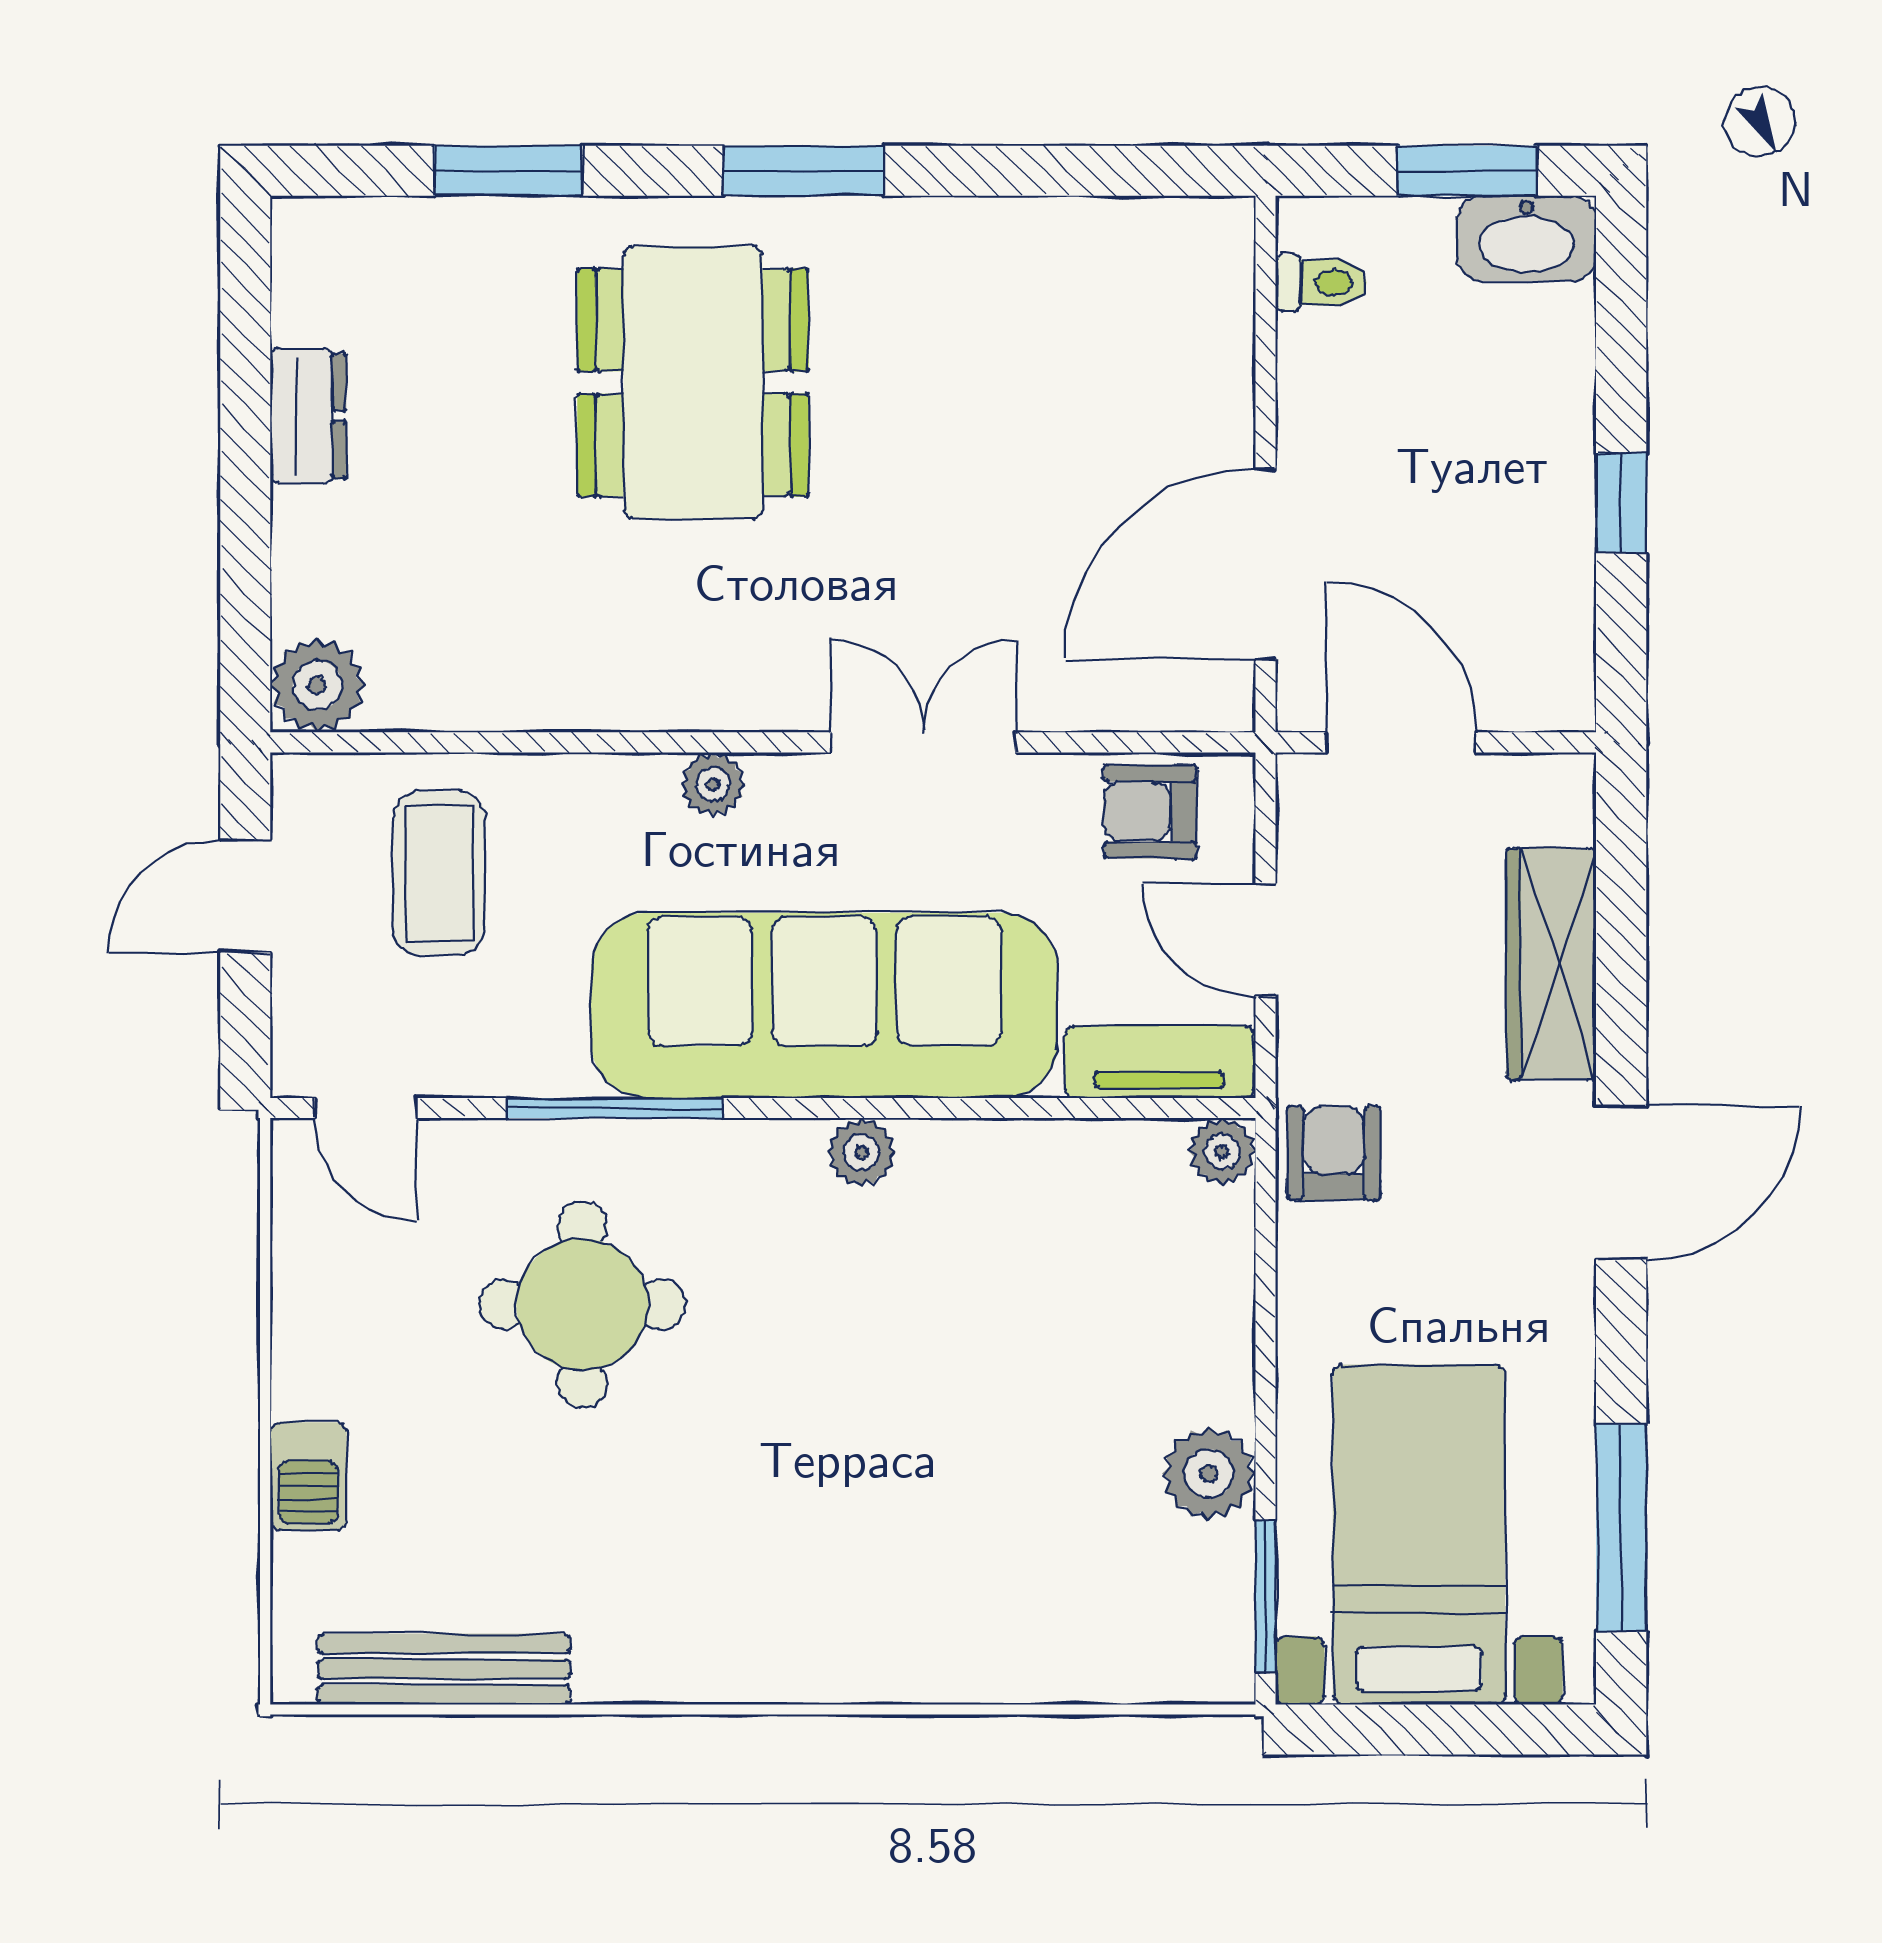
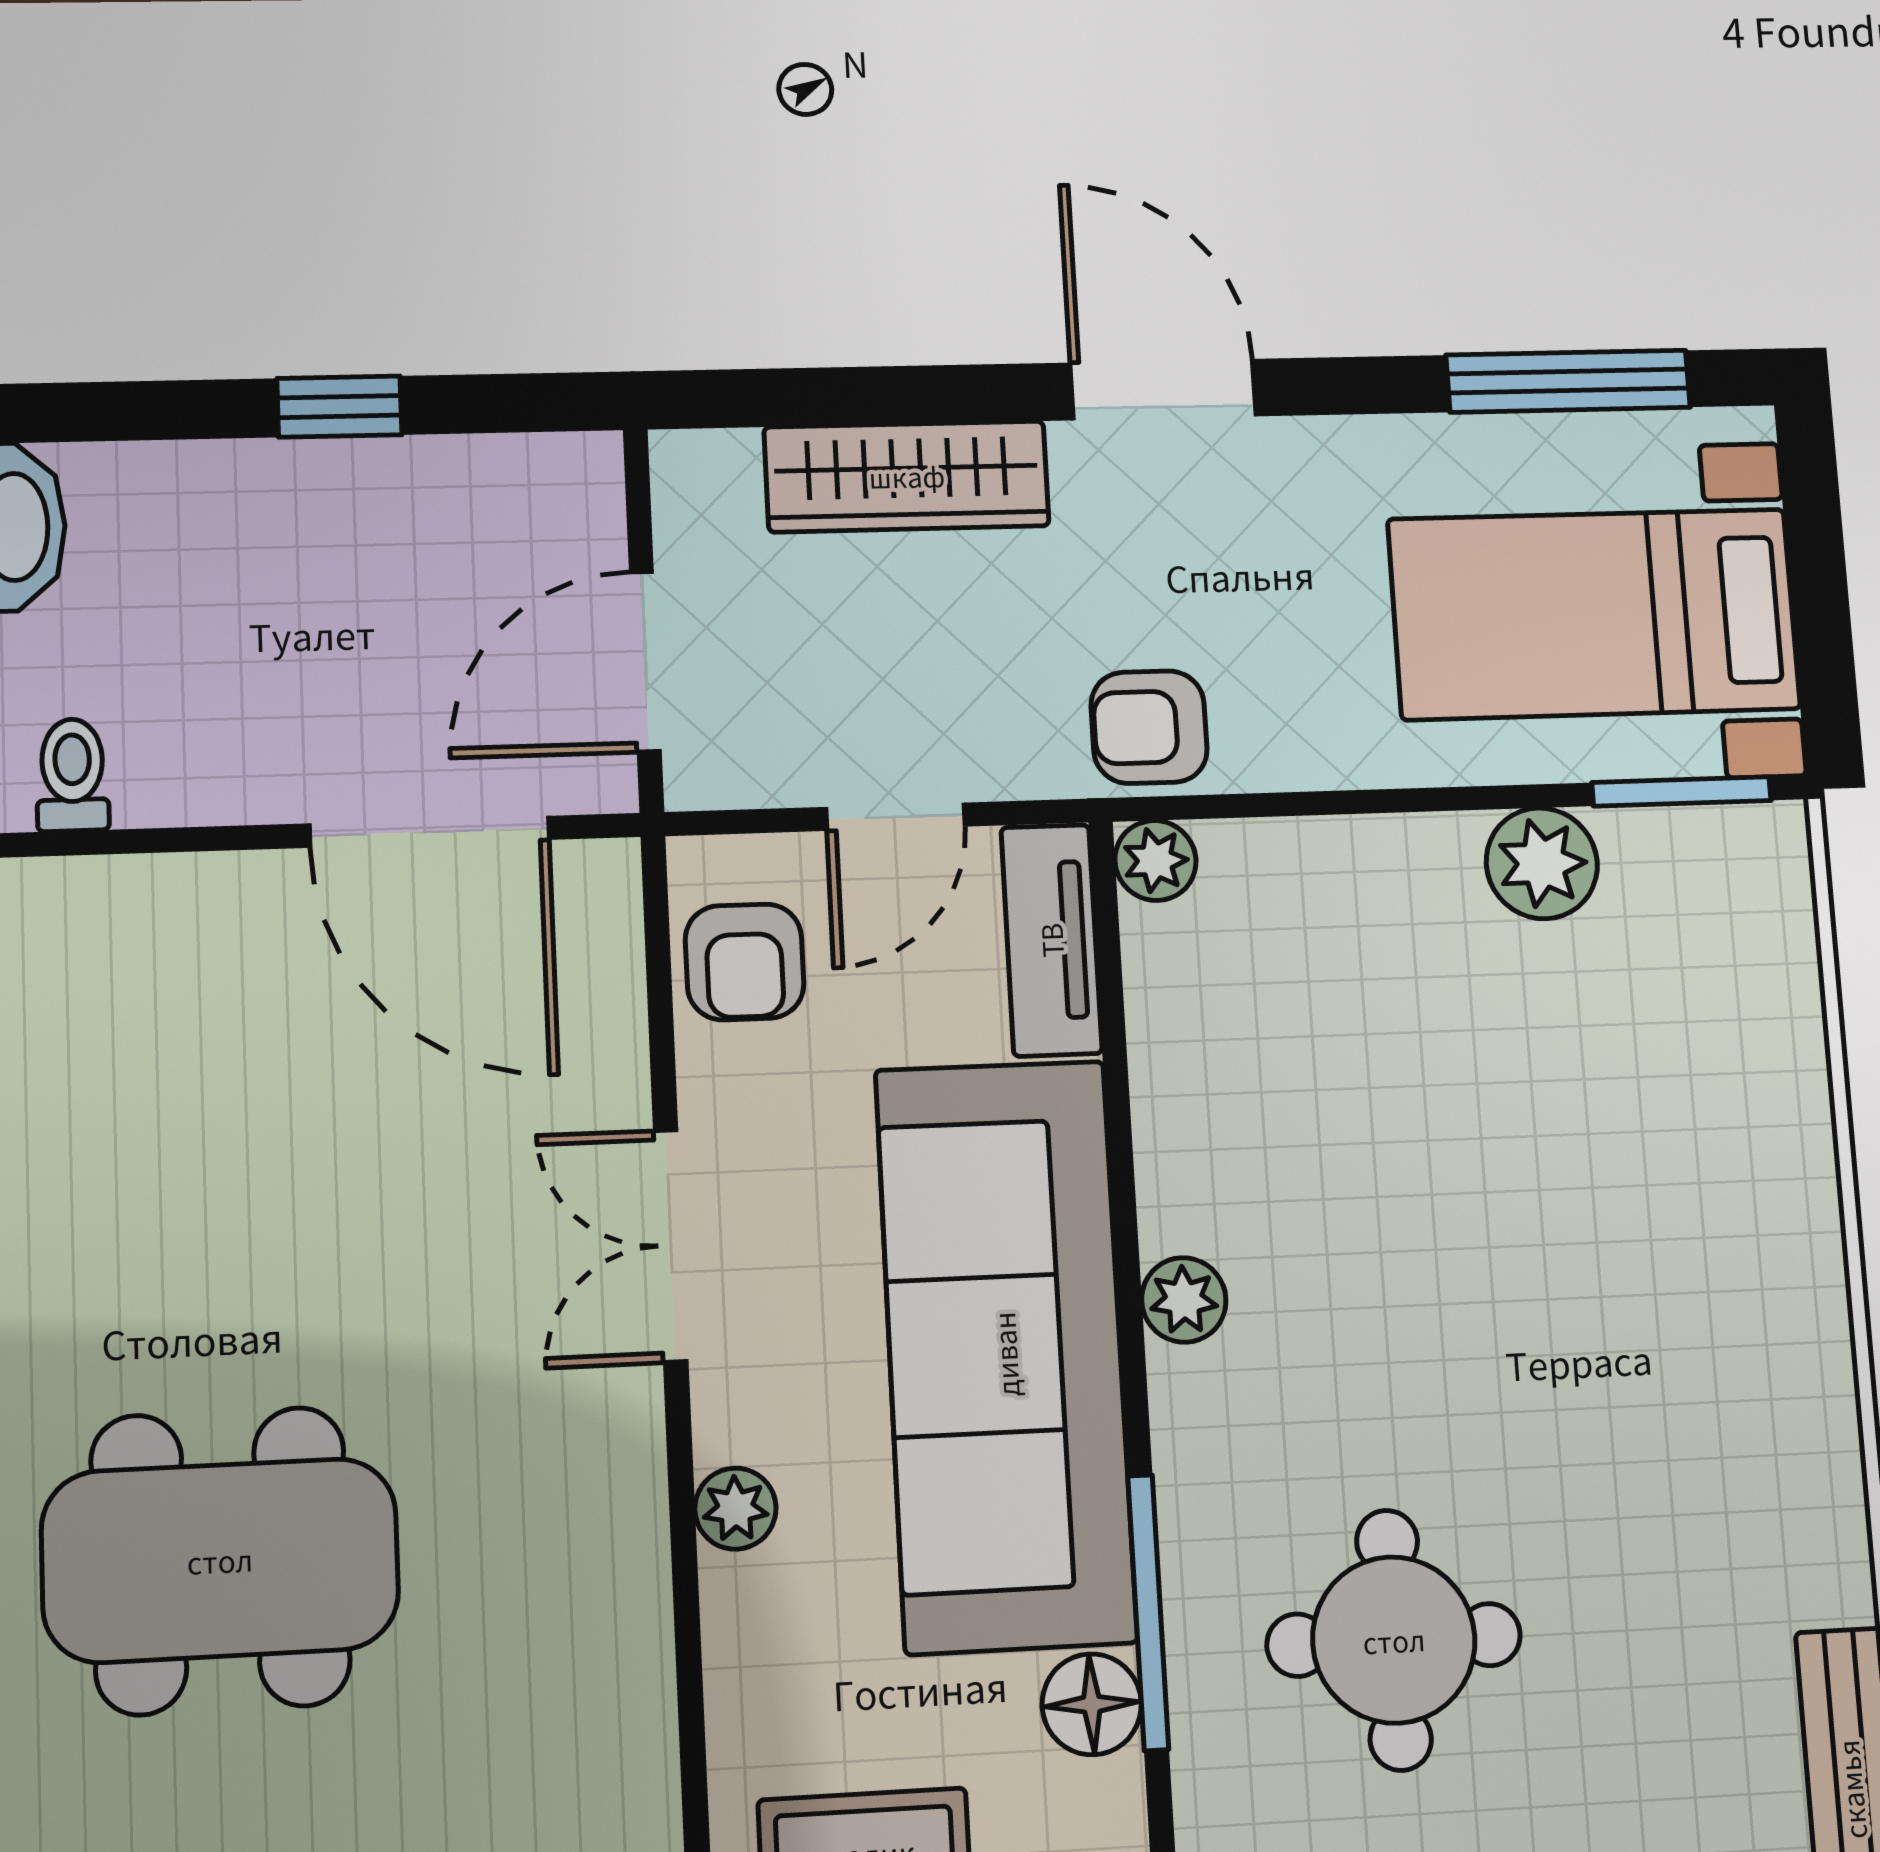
floor lamp: (545, 1059) -> (1092, 1704), added

